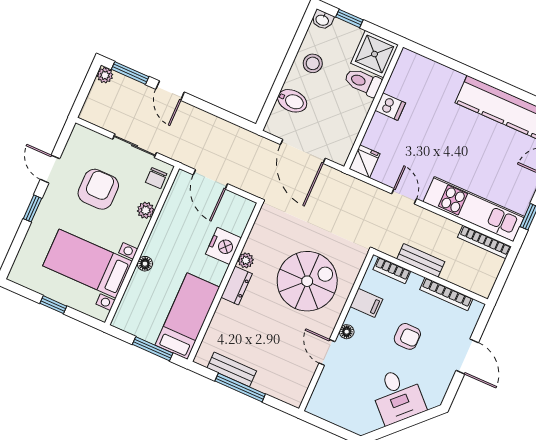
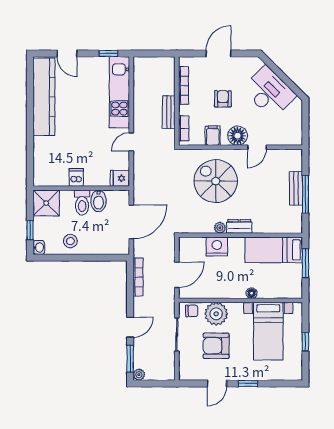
toilet: (363, 82) -> (82, 203), moved
bidet: (292, 101) -> (98, 201), moved, turned 180
plant: (146, 210) -> (216, 314), width x1.88, depth x1.88
bookcase: (484, 242) -> (138, 277), moved
floor lamp: (347, 332) -> (237, 136), width x1.89, depth x1.89
bench: (232, 369) -> (296, 188), moved
desk: (398, 396) -> (269, 92), width x1.37

